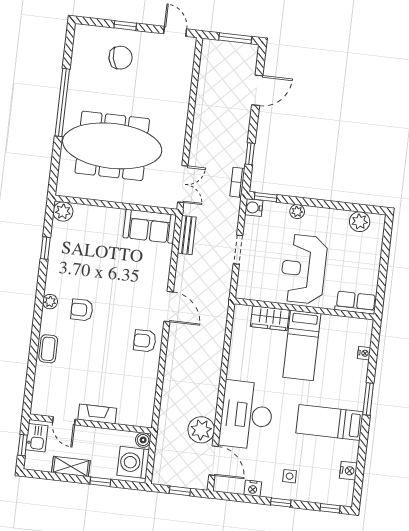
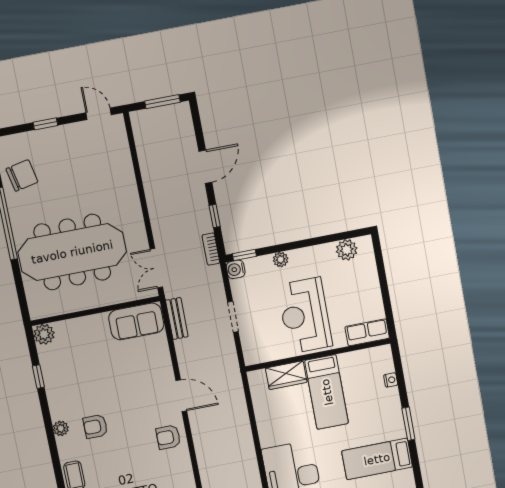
chair: (121, 58) -> (22, 175), moved
door: (257, 90) -> (205, 167), moved
double door: (183, 184) -> (156, 268), swing flipped

